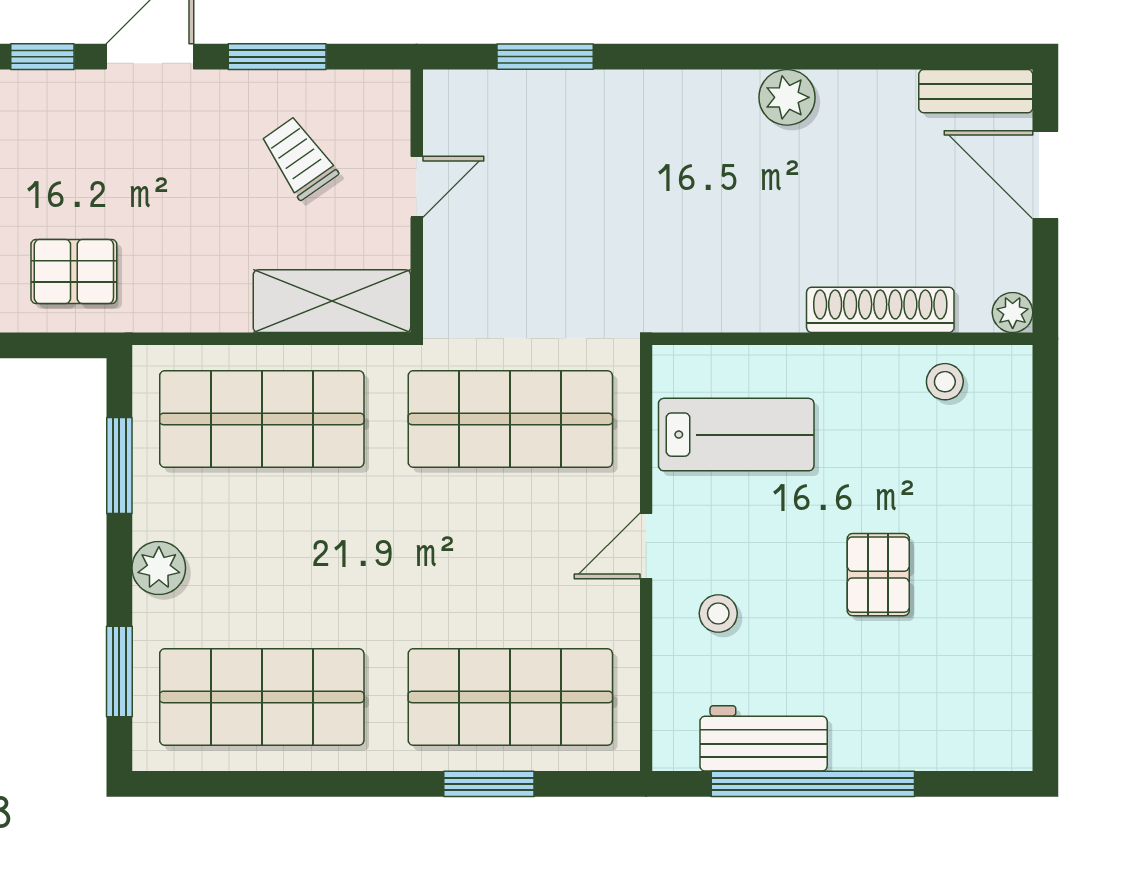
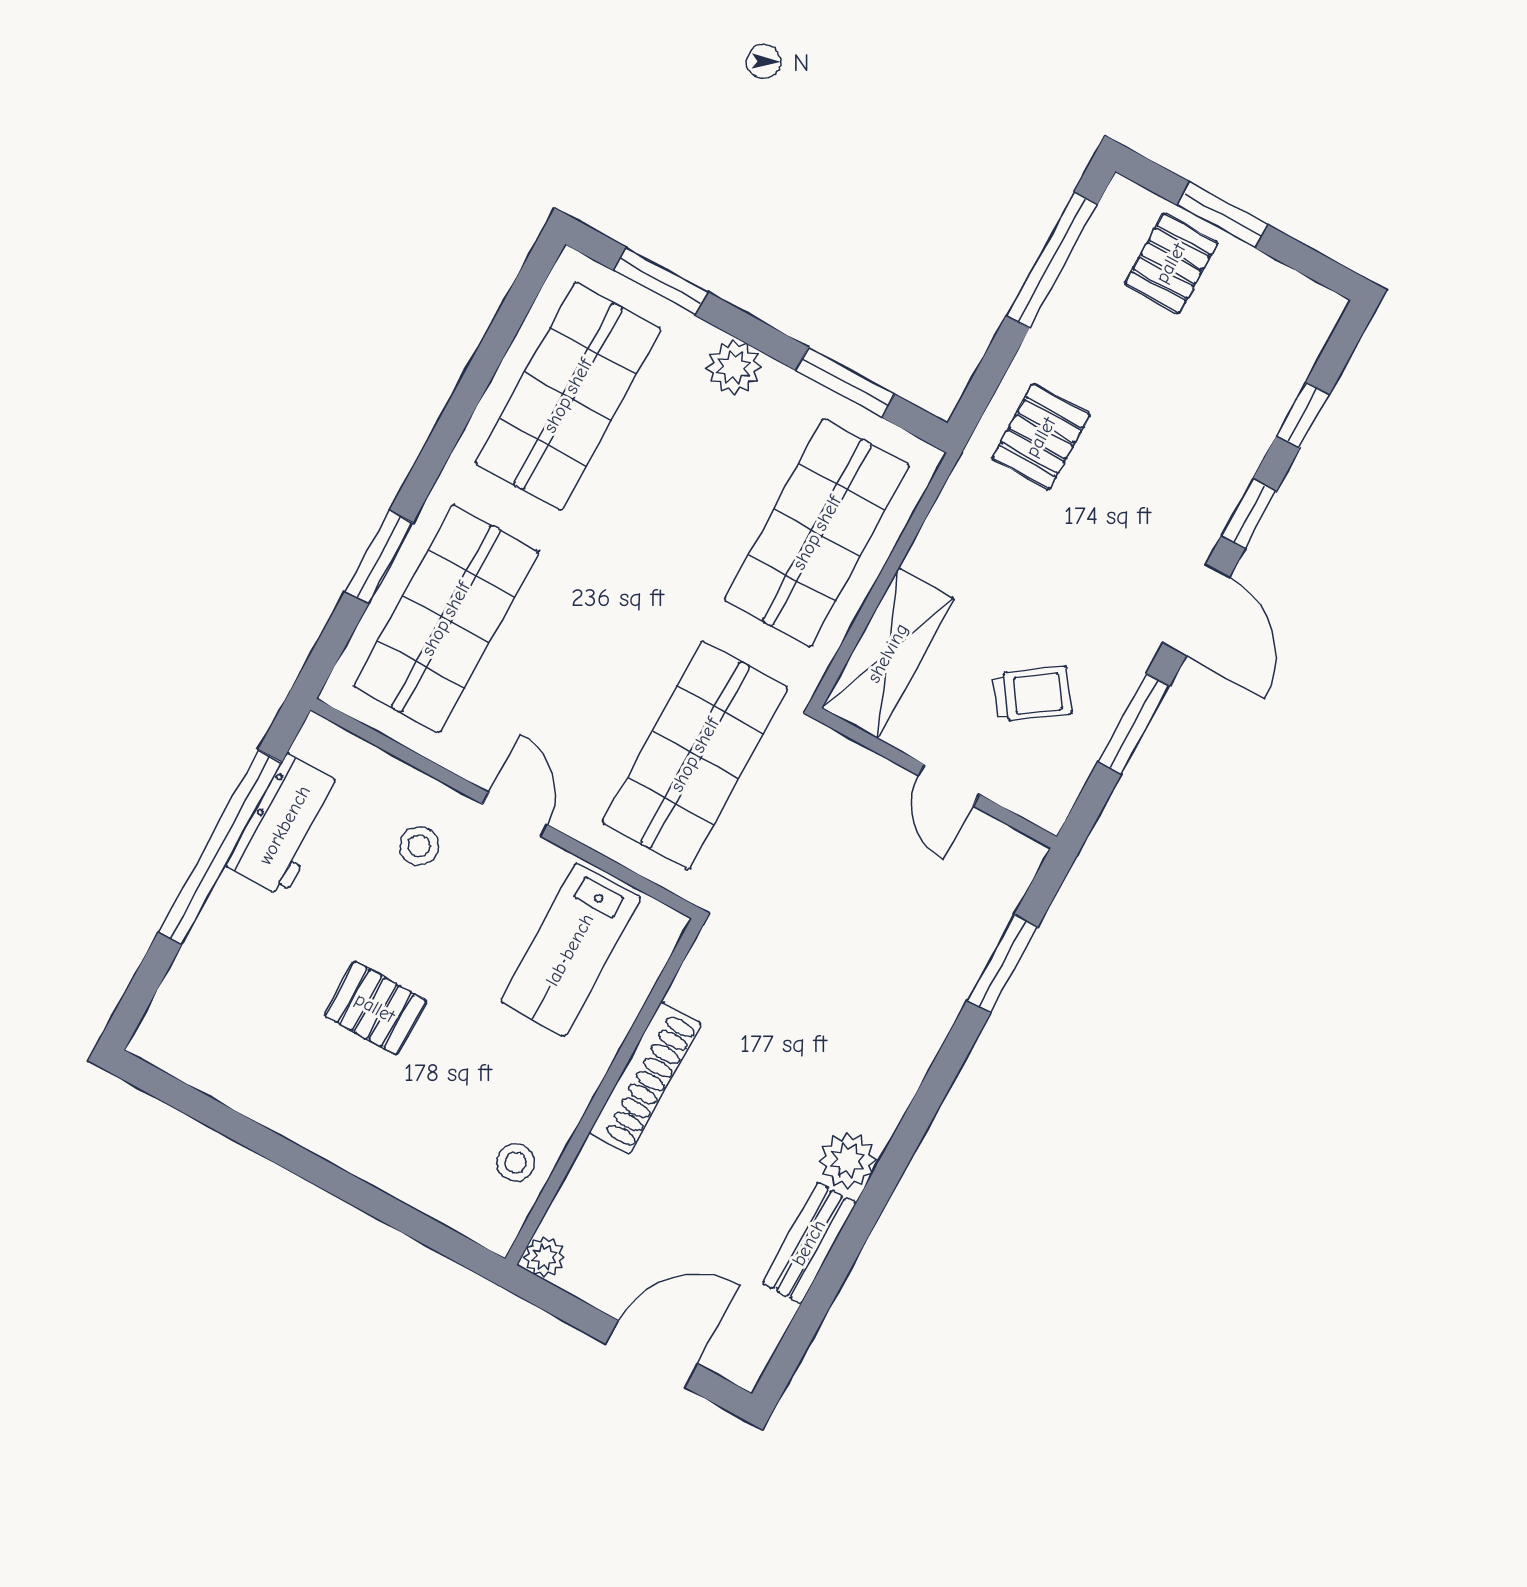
bench: (976, 91) -> (809, 1243), moved
shoe rack: (880, 310) -> (645, 1078), moved

